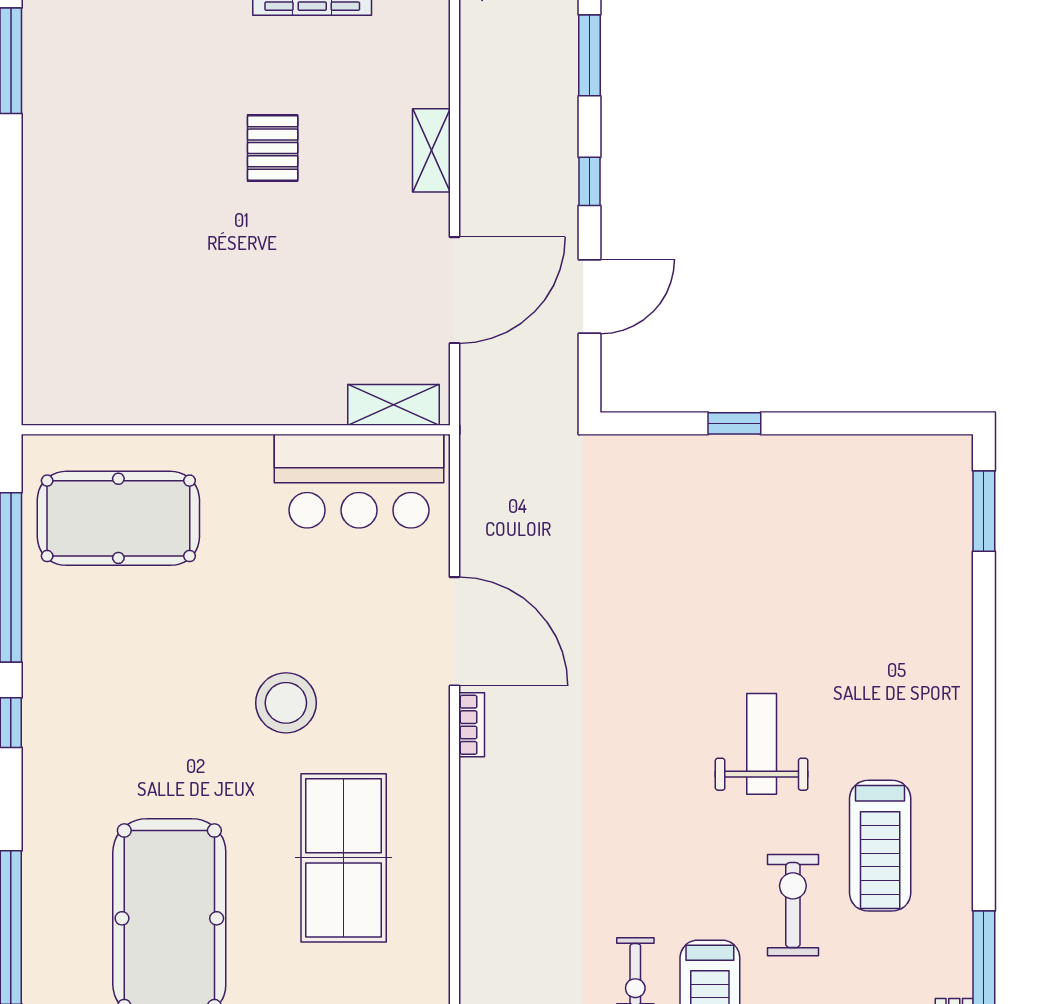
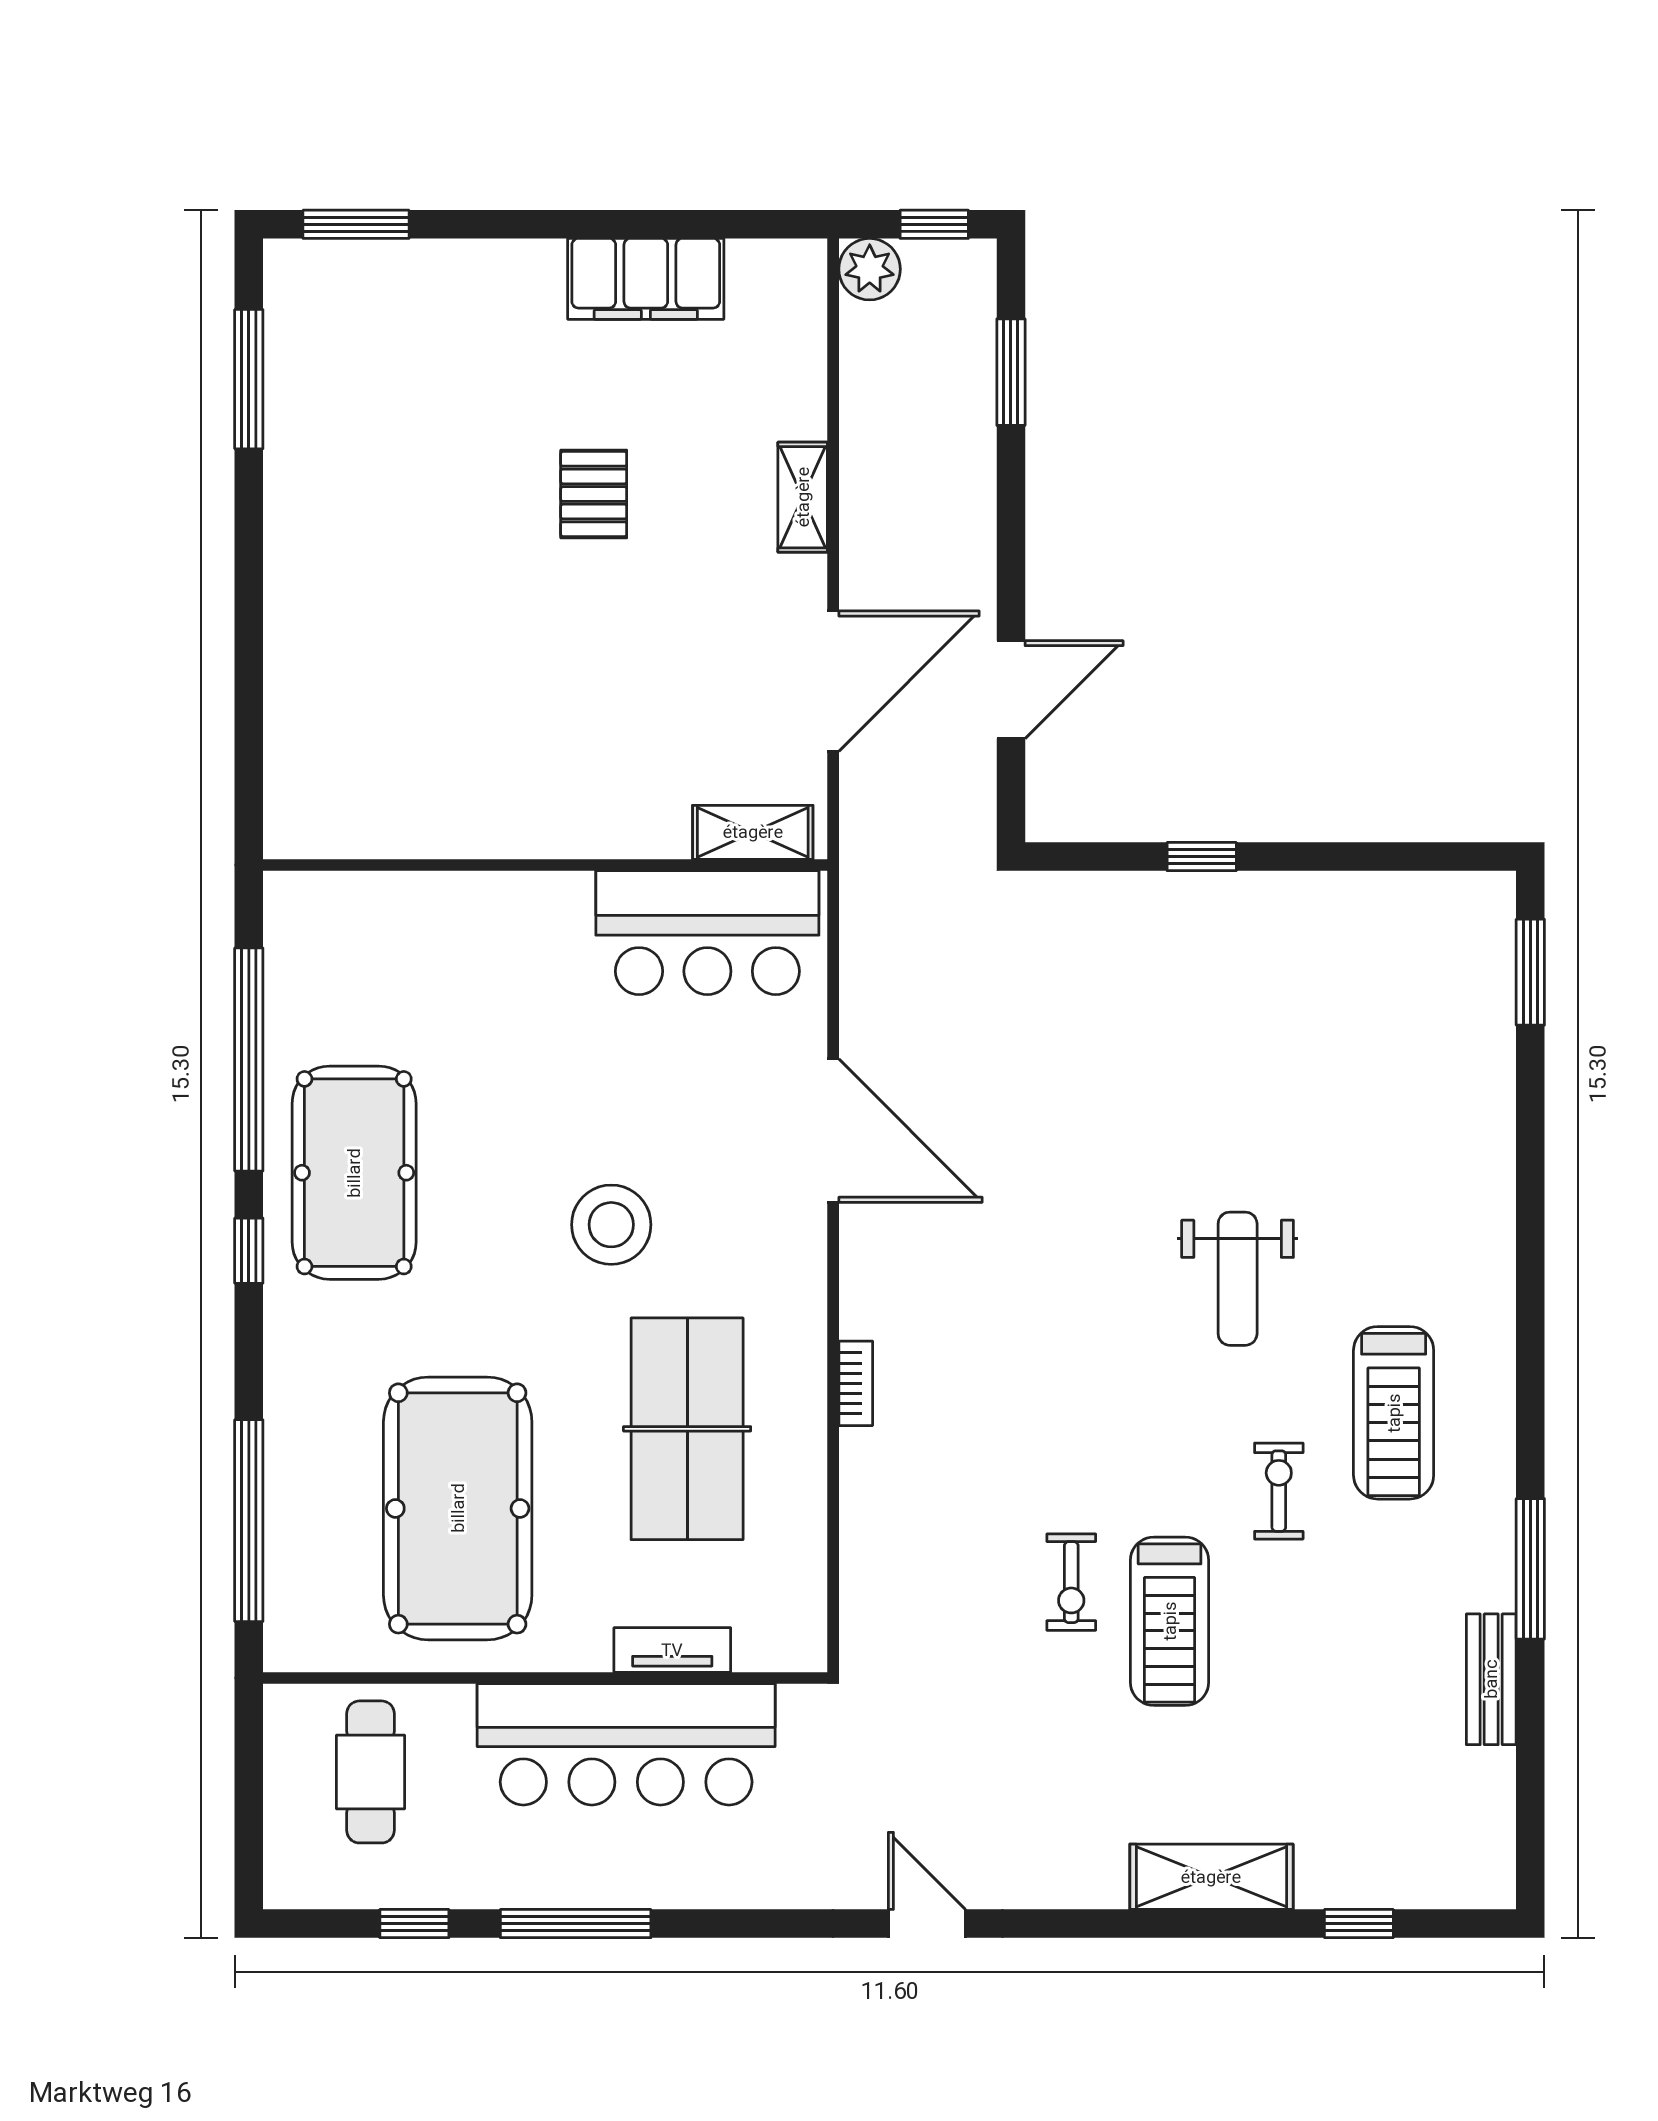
window: (590, 181) -> (1011, 538), removed
pool table: (118, 518) -> (354, 1173), moved, turned 90
bookcase: (472, 725) -> (856, 1383), moved
weight bench: (762, 744) -> (1238, 1279), turned 180
exercise bike: (793, 905) -> (1279, 1491), width x0.73, depth x0.72

